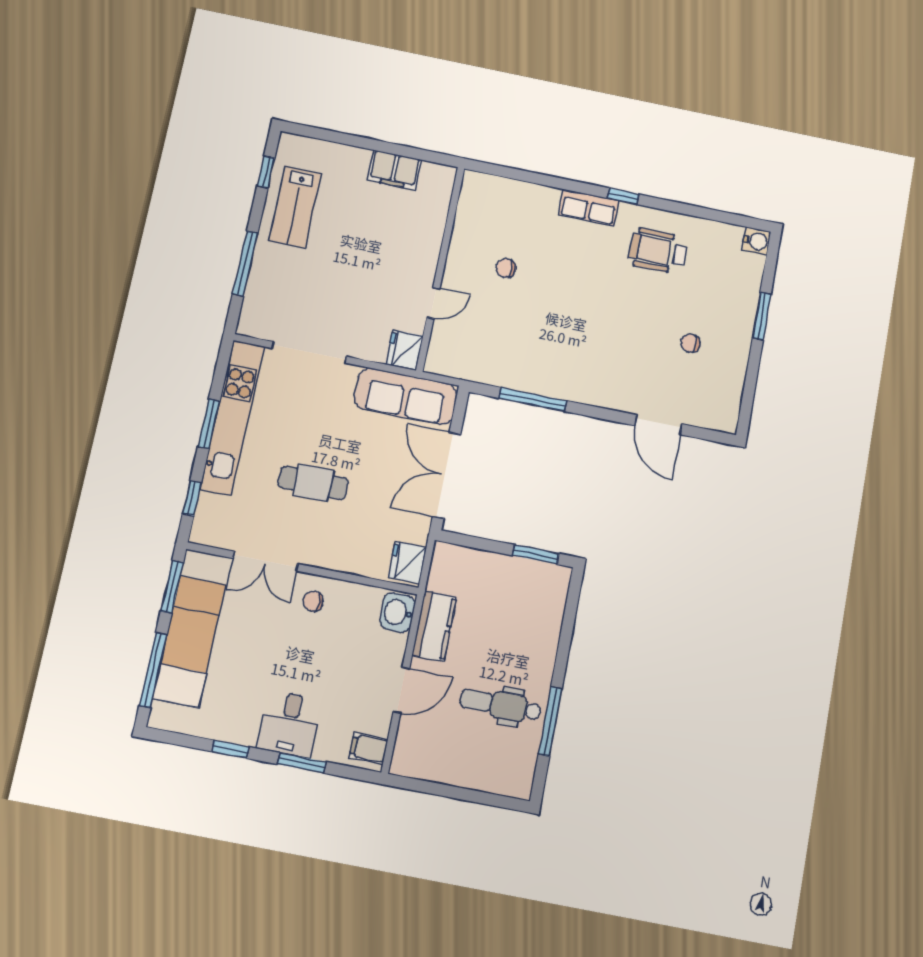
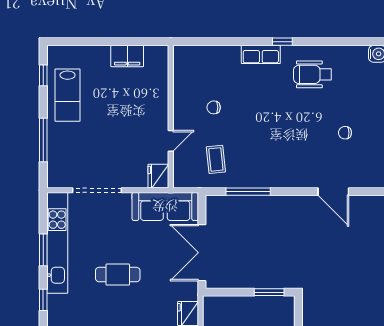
coffee table: (494, 343) -> (216, 159), added

